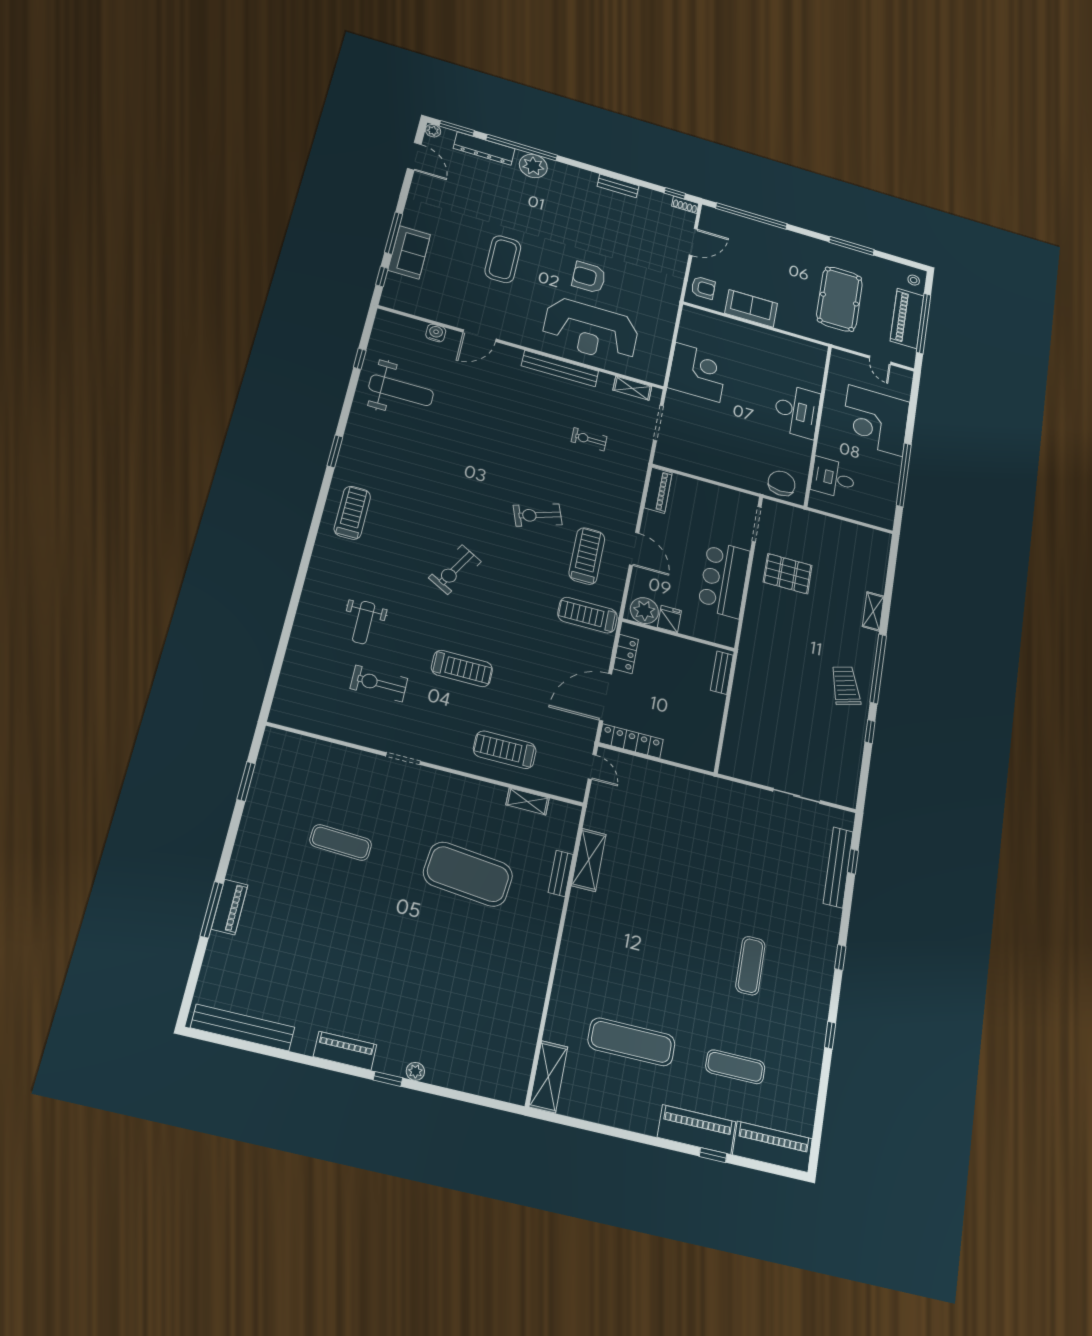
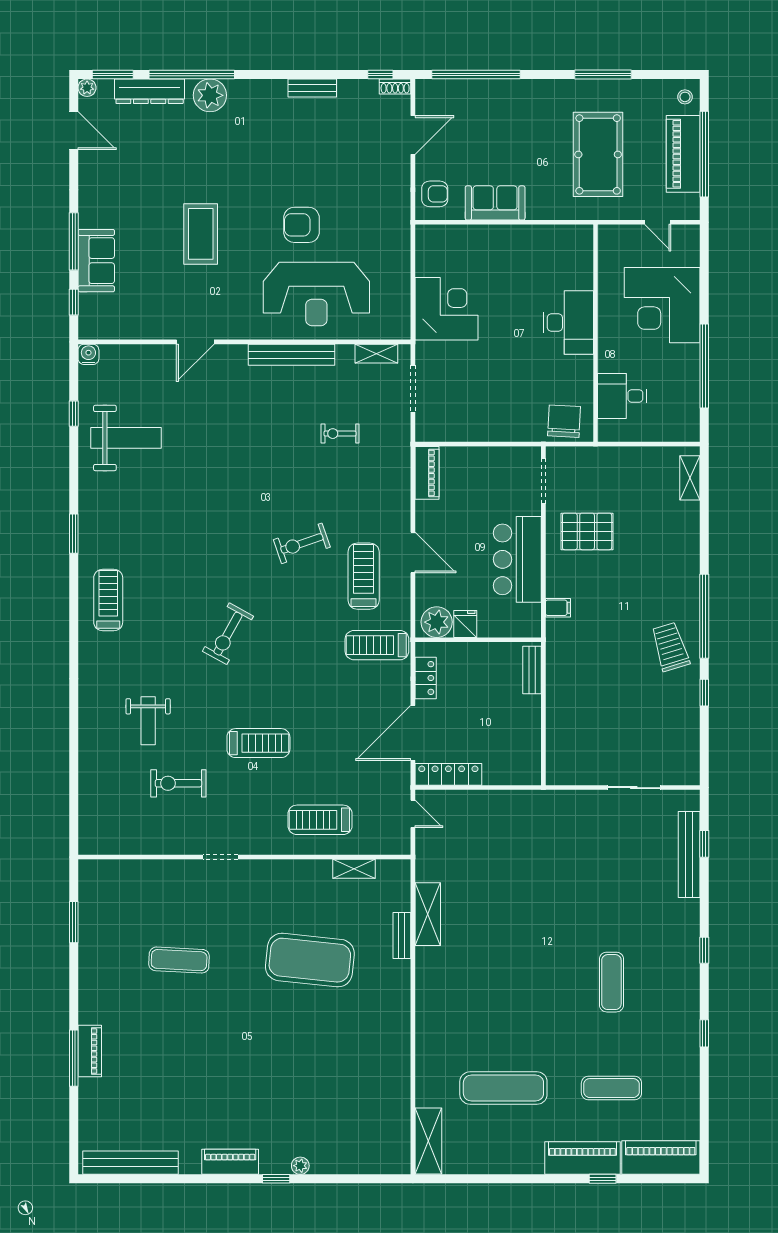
water cooler: (436, 333) -> (88, 354), moved
shelving: (873, 611) -> (690, 478), moved
filing cabinet: (753, 628) -> (558, 608), added

